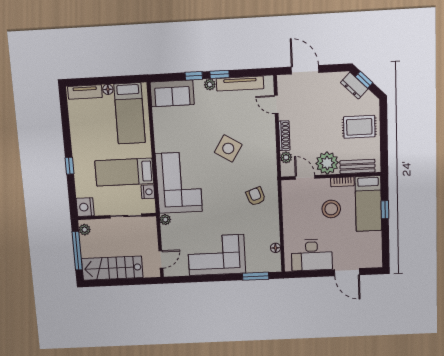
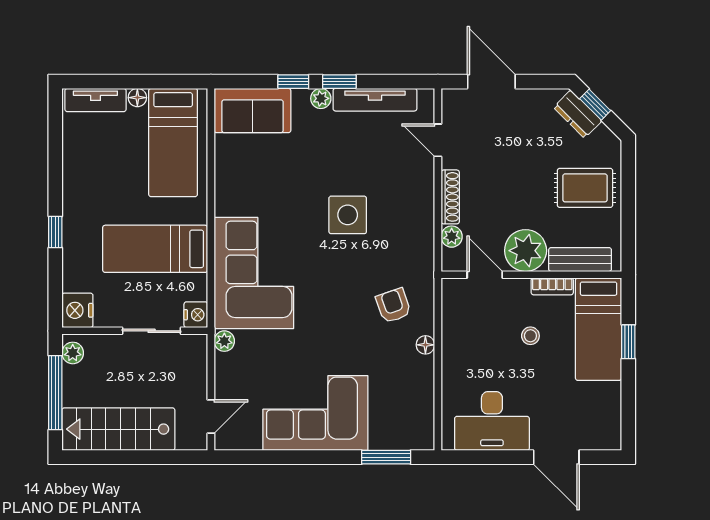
side table: (228, 148) -> (348, 215), turned -32
nightstand: (148, 192) -> (196, 315), moved
stool: (331, 209) -> (530, 336), width x0.53, depth x0.53
floor lamp: (275, 248) -> (425, 345), moved

